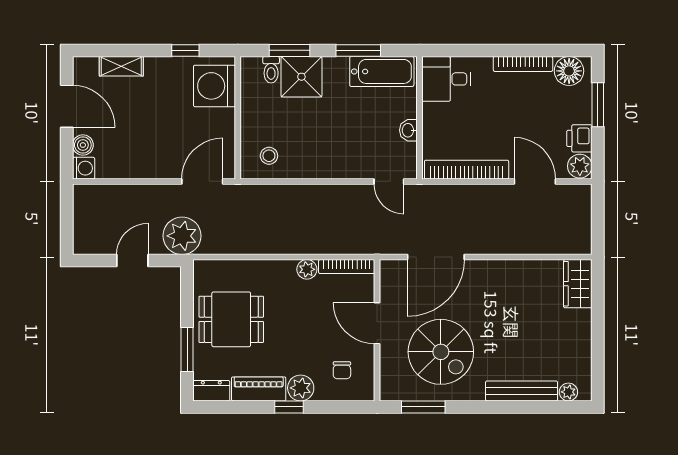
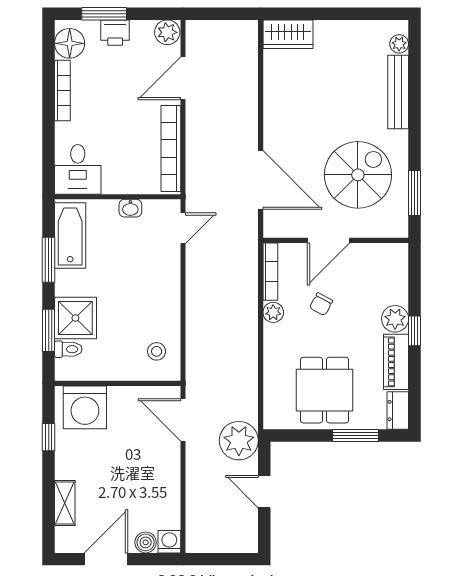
printer: (579, 138) -> (115, 33), moved
chair: (342, 370) -> (321, 304), moved, turned 118

